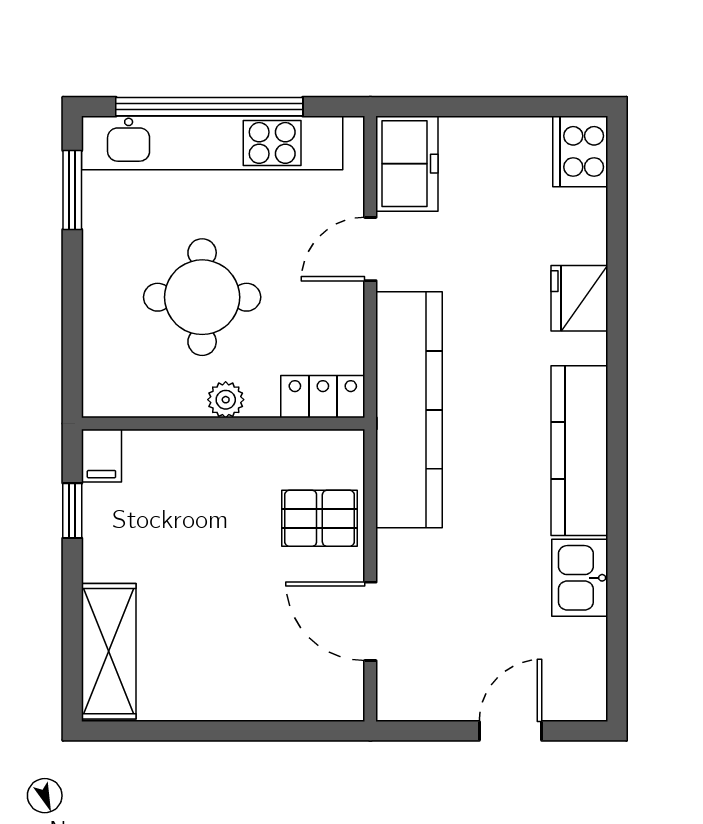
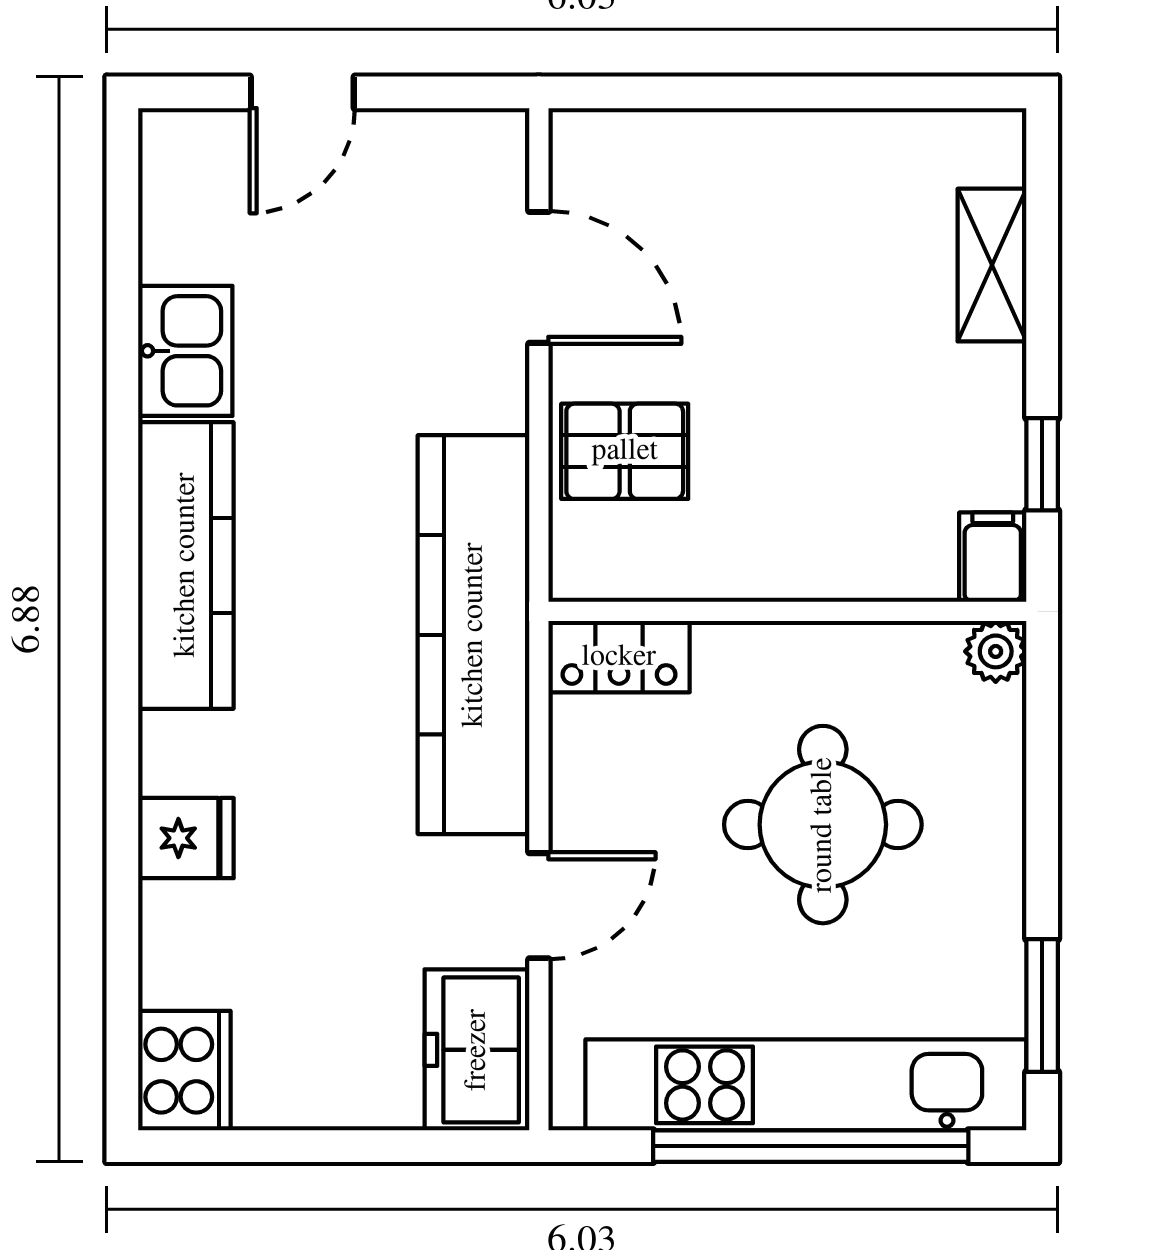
fridge: (579, 298) -> (186, 838), width x0.72
plant: (226, 400) -> (996, 651), moved
shelving: (109, 651) -> (992, 265), width x0.67, depth x0.75

